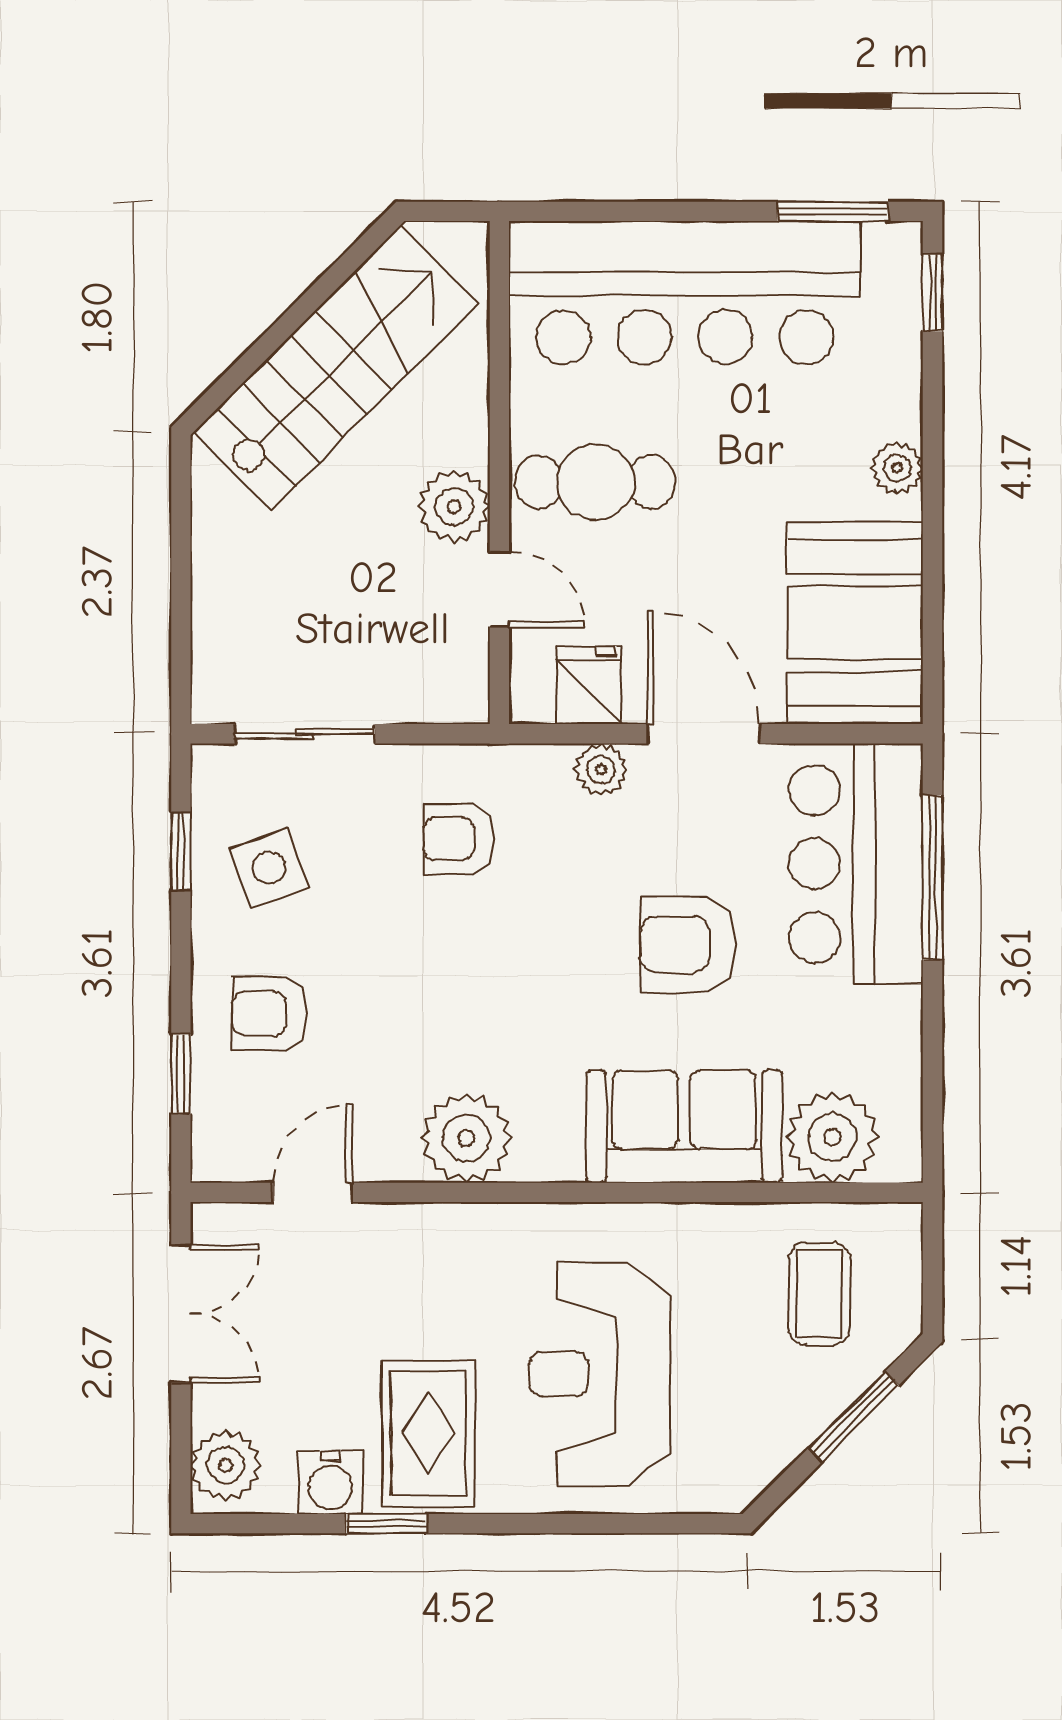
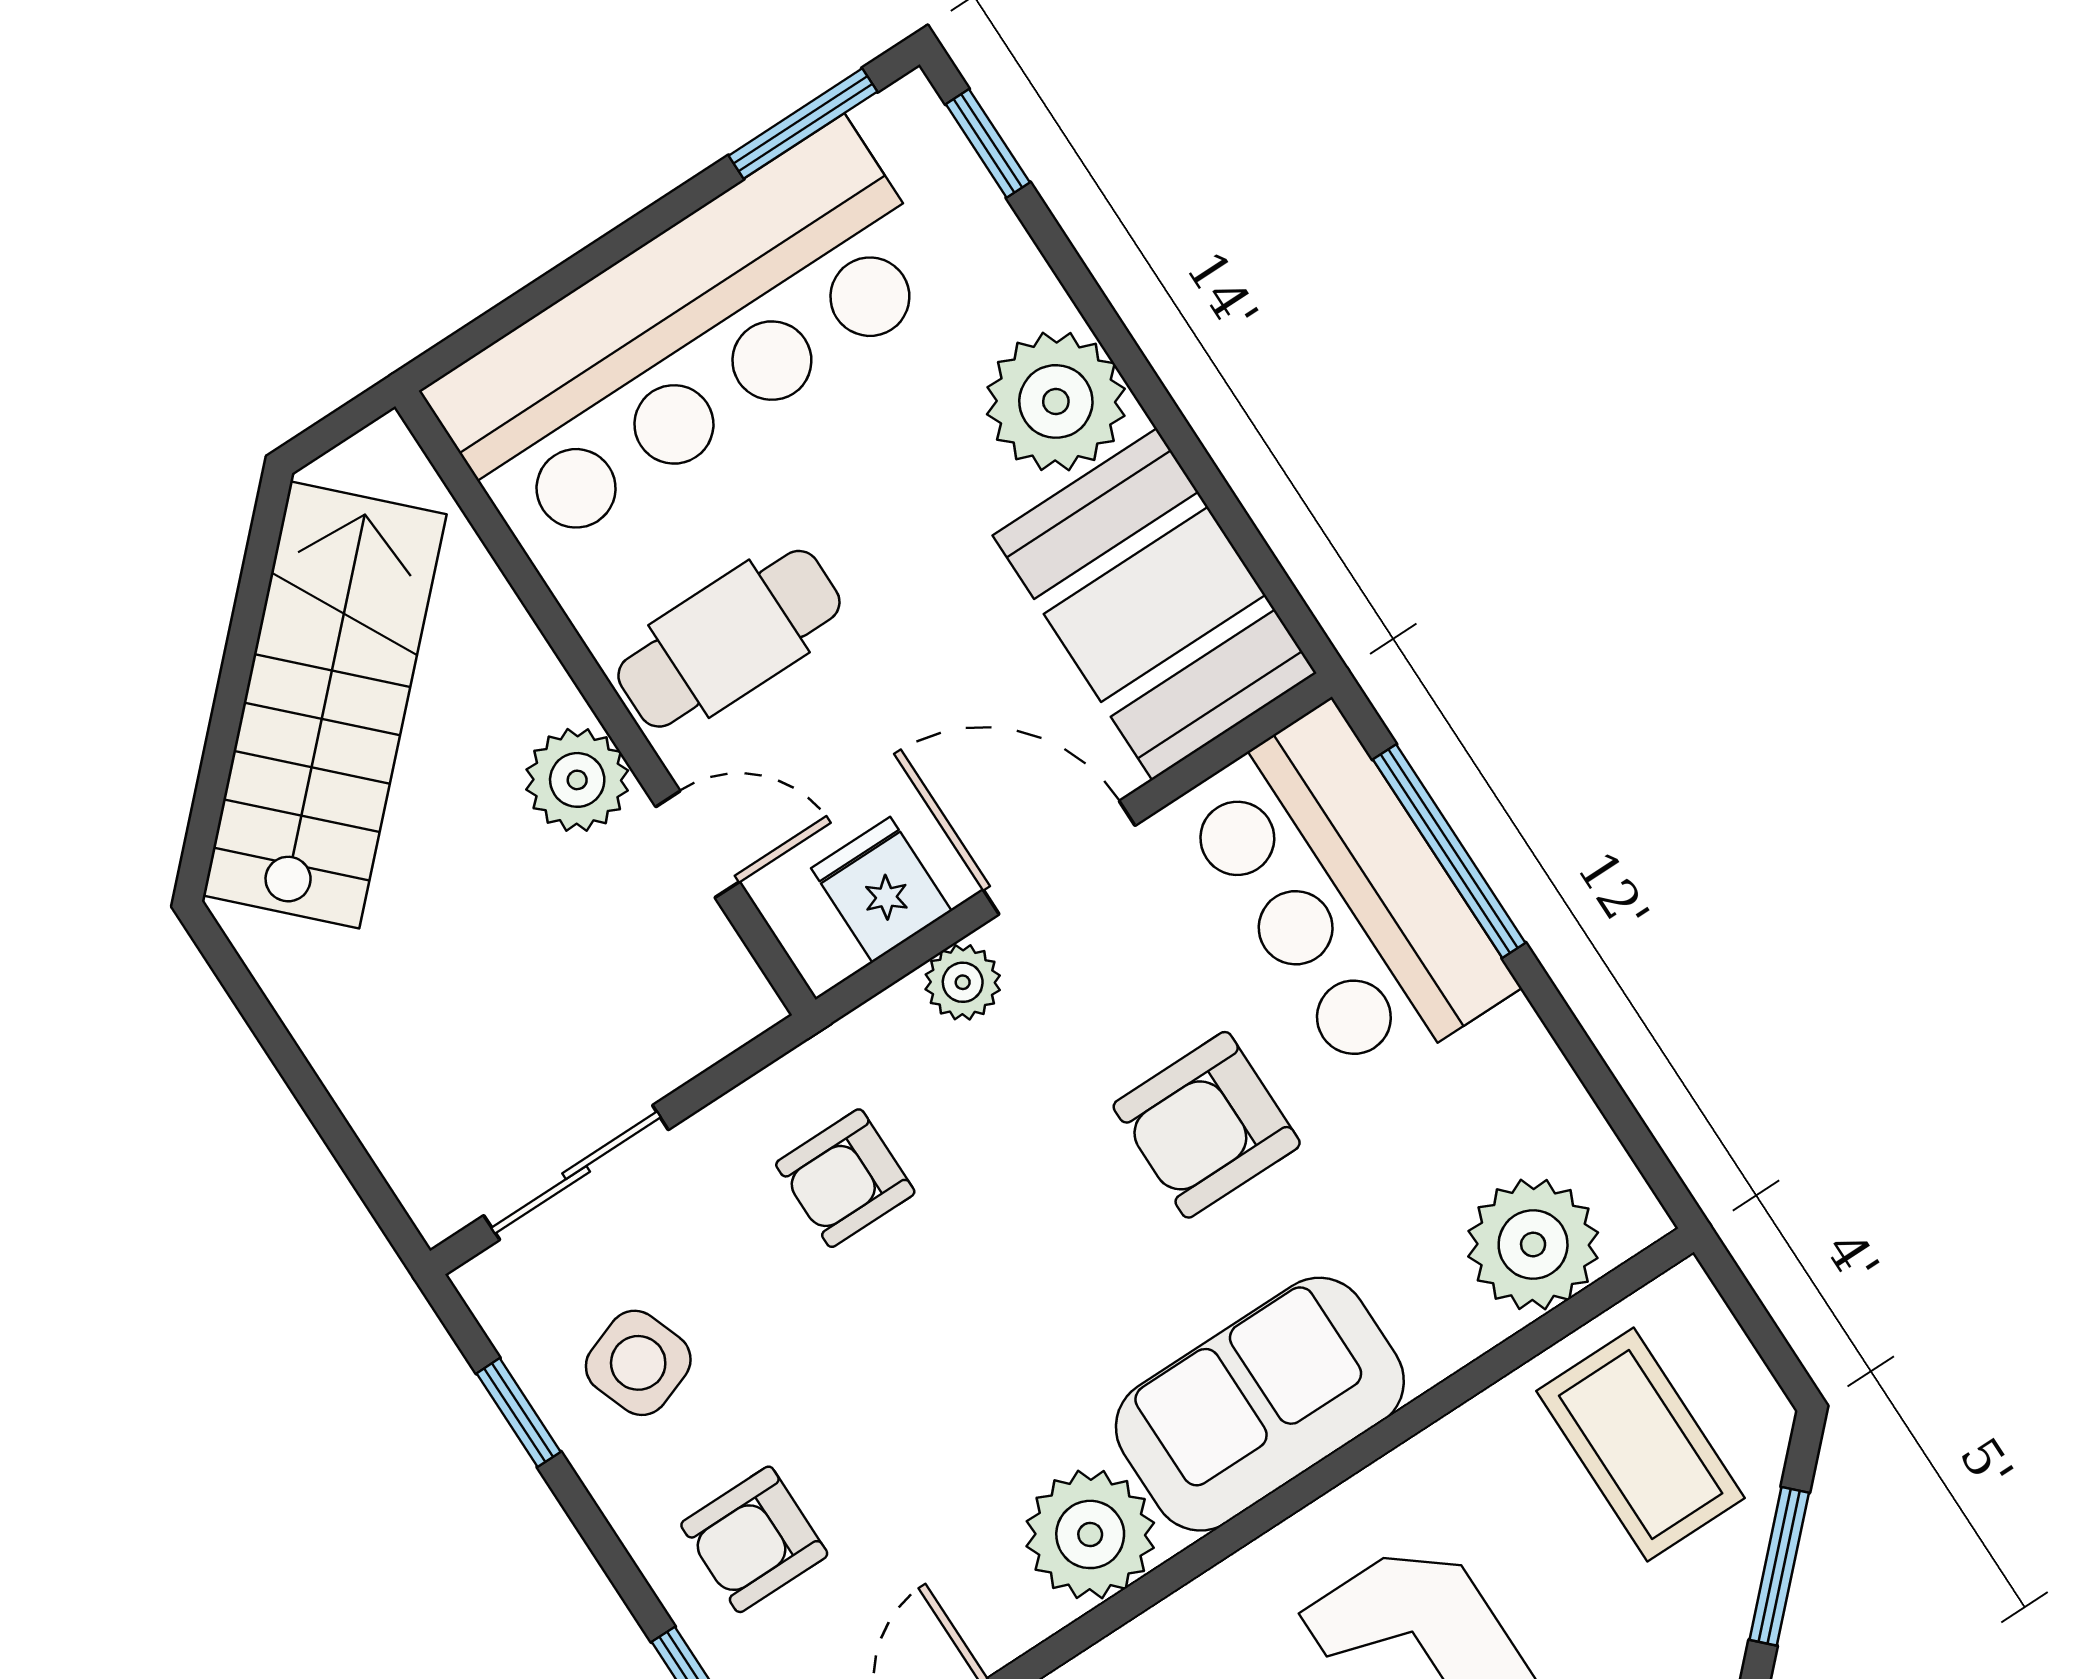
plant: (897, 468) -> (1056, 401), width x1.87, depth x1.87
sofa: (684, 1126) -> (1260, 1404), moved
coffee table: (819, 1294) -> (1641, 1444), width x1.36, depth x1.30

